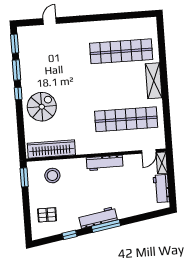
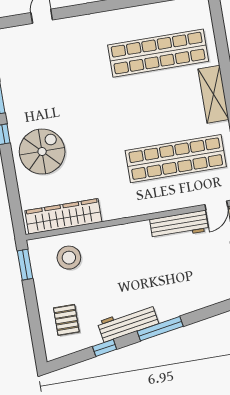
workbench: (105, 163) -> (179, 225), moved
pallet: (47, 215) -> (66, 320), turned 90
workbench: (98, 218) -> (128, 323), moved

